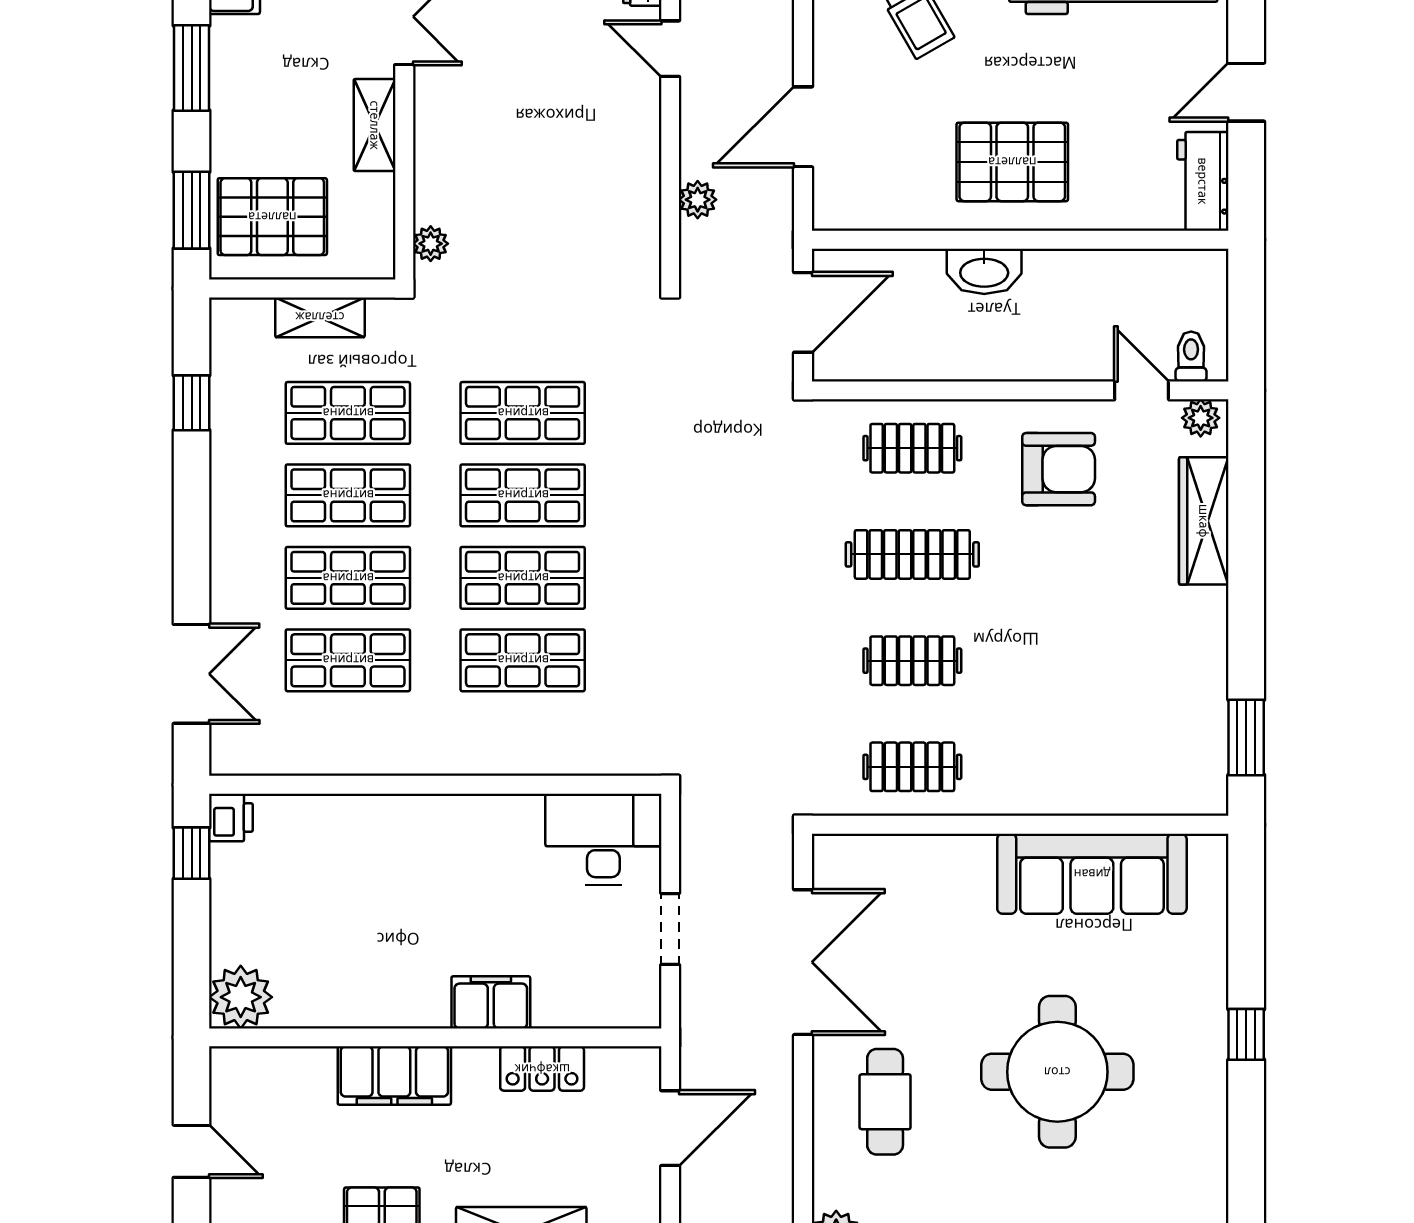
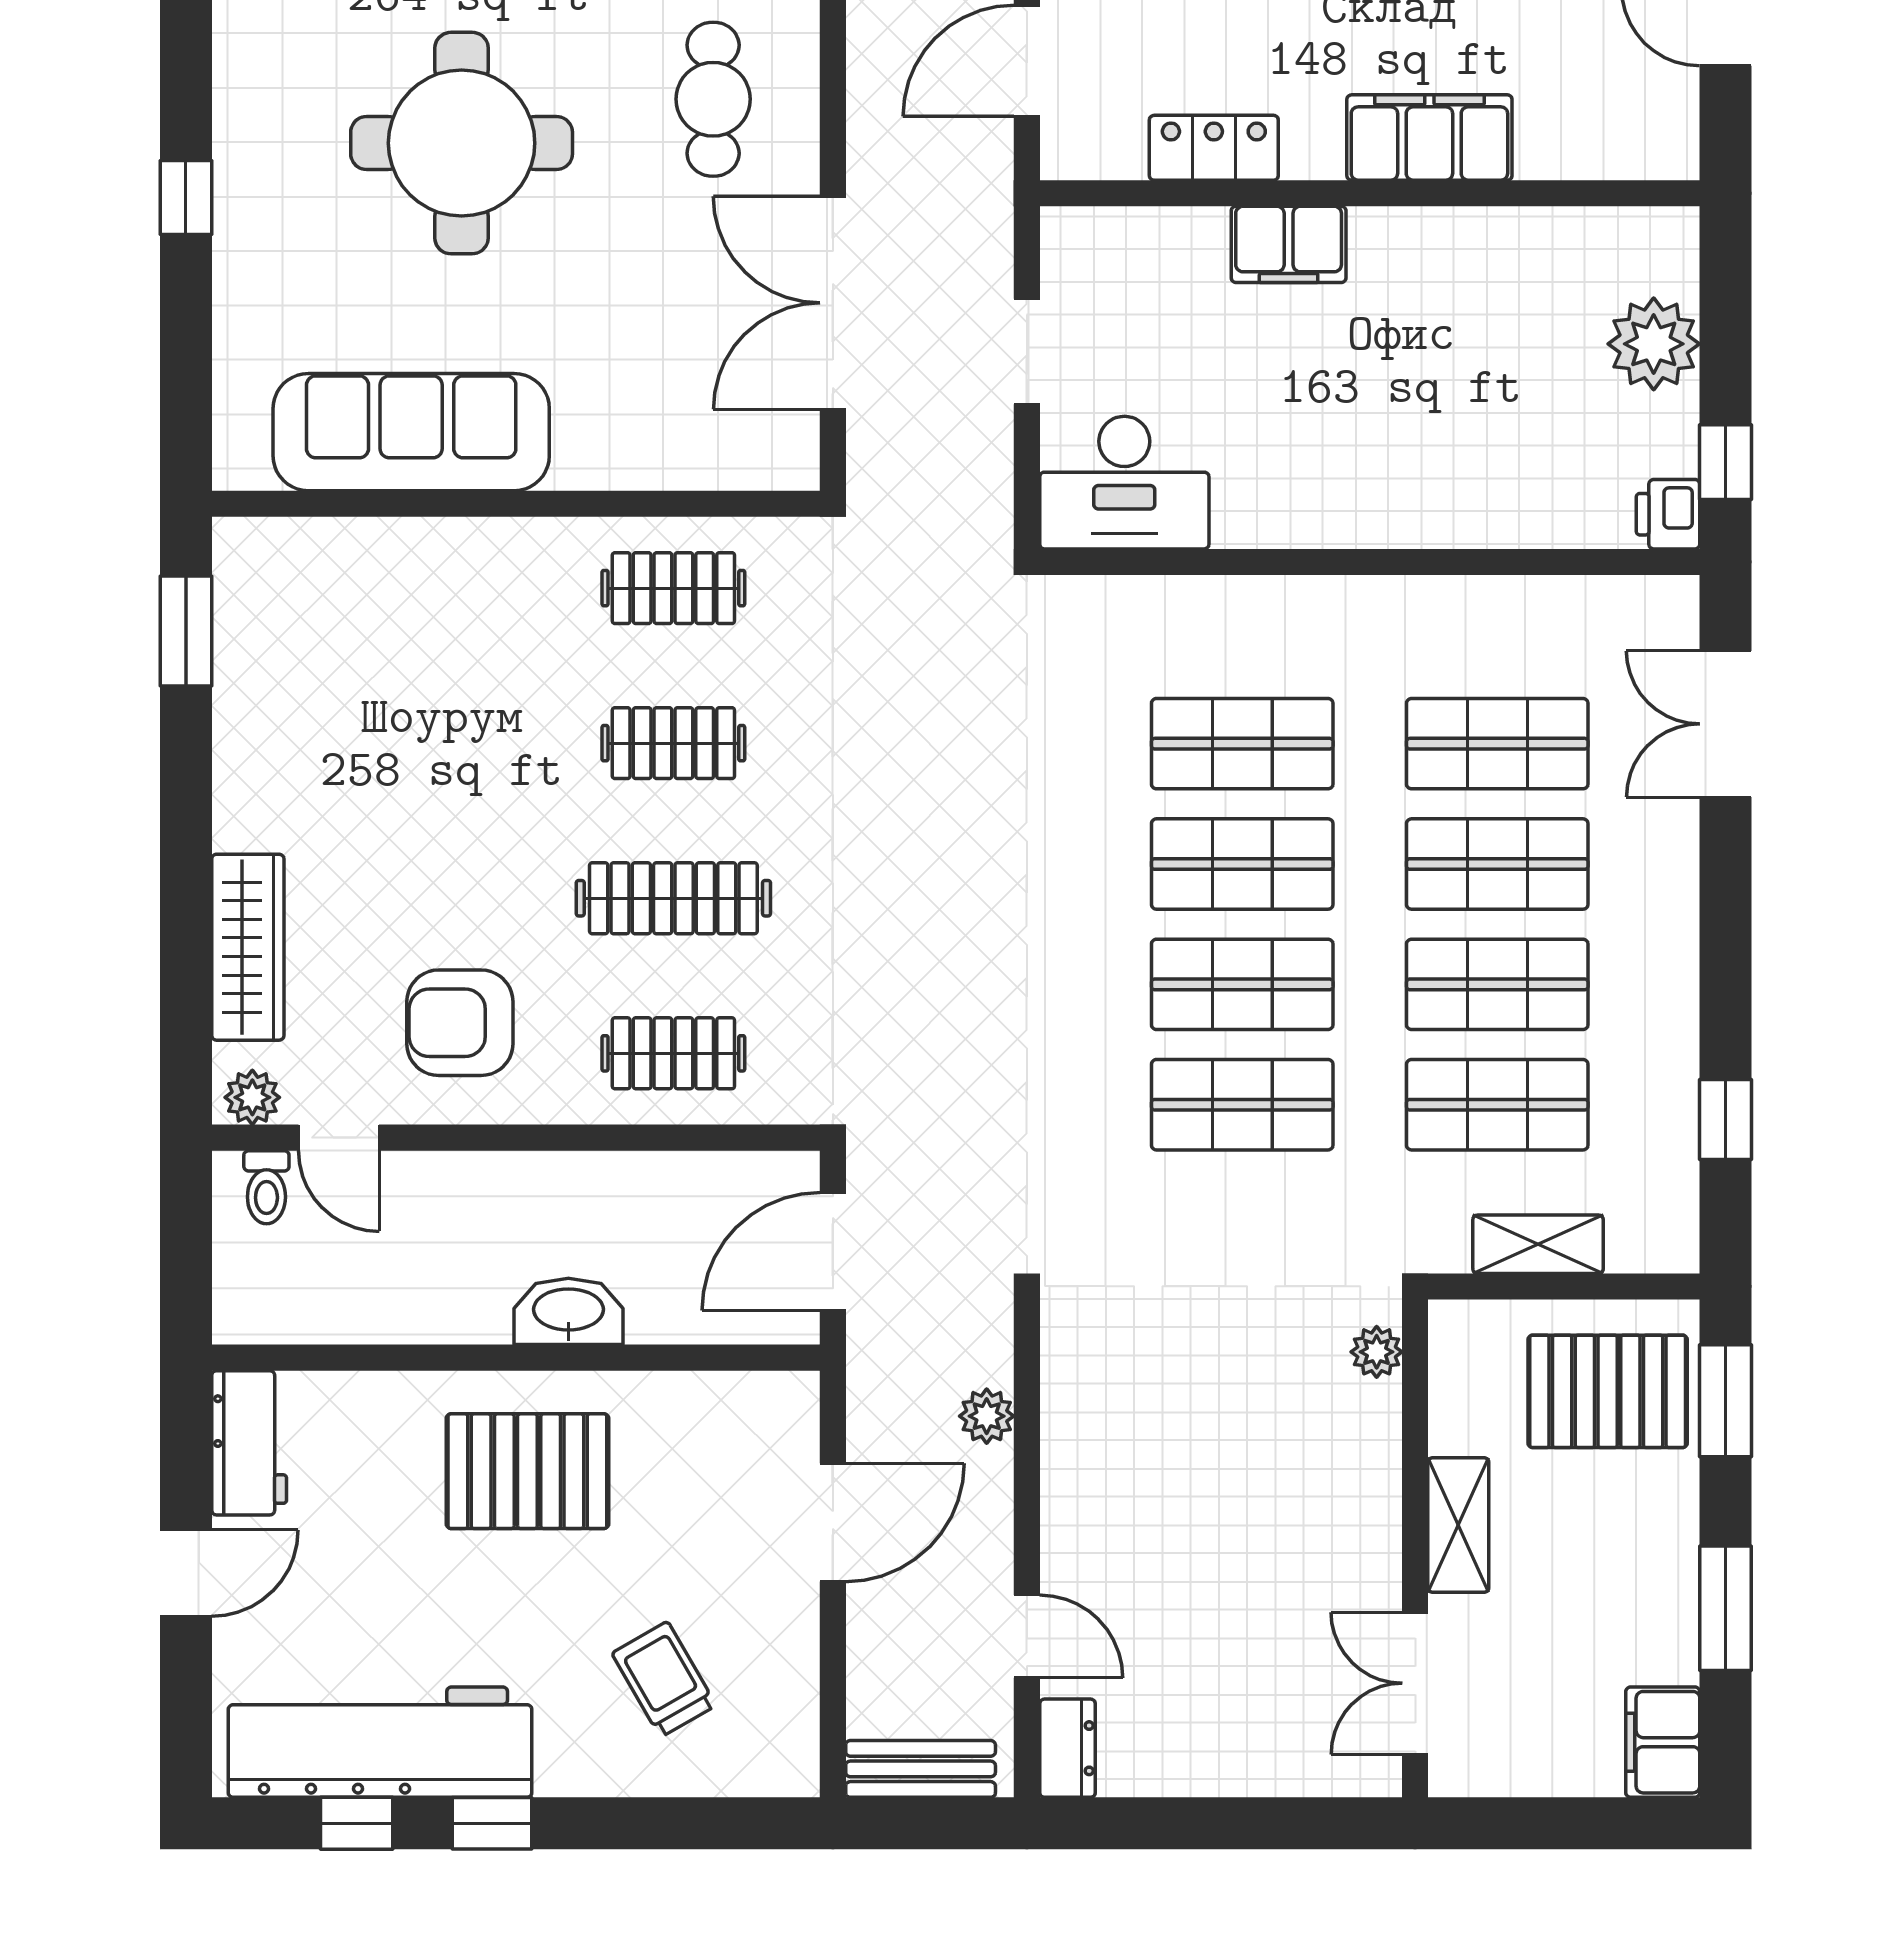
plant: (241, 997) -> (1654, 344), moved

